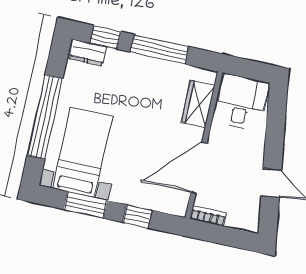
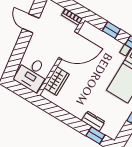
window: (159, 49) -> (68, 119), removed
dresser: (88, 53) -> (93, 121), moved

